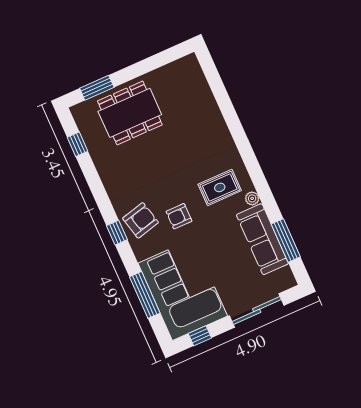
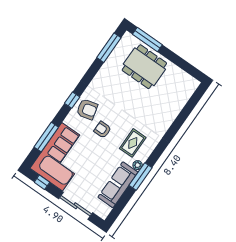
window: (97, 88) -> (147, 39), width x1.44
window: (78, 144) -> (109, 48), width x2.17
rug: (220, 187) -> (133, 143), turned 90
window: (286, 240) -> (141, 176), moved

